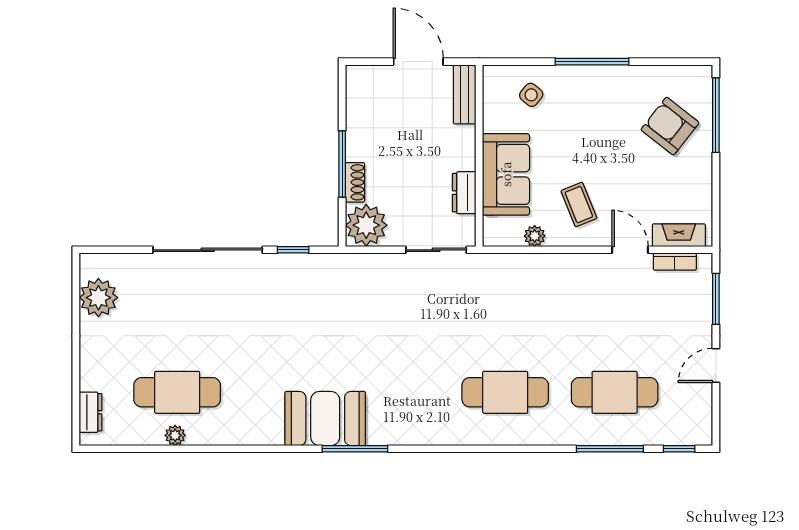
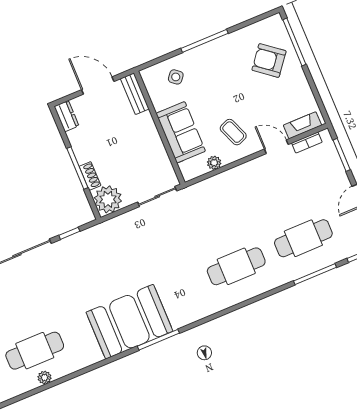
dresser: (464, 193) -> (66, 116), moved, turned 180
booth: (325, 419) -> (129, 322), width x1.36, depth x1.42

